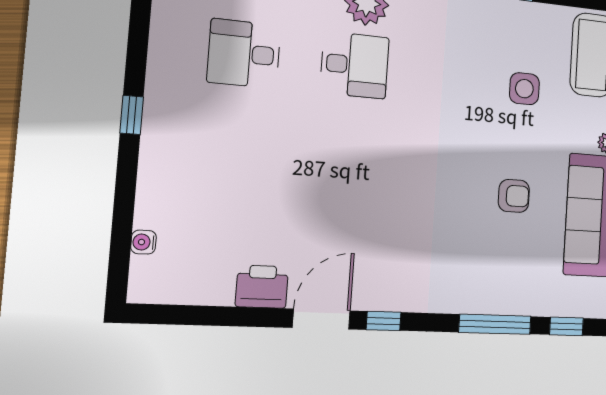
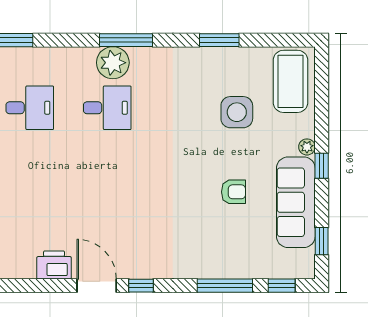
desk: (244, 54) -> (30, 108), turned 180
side table: (524, 89) -> (237, 112), width x1.37, depth x1.37
door: (321, 319) -> (97, 286), hinge flipped

